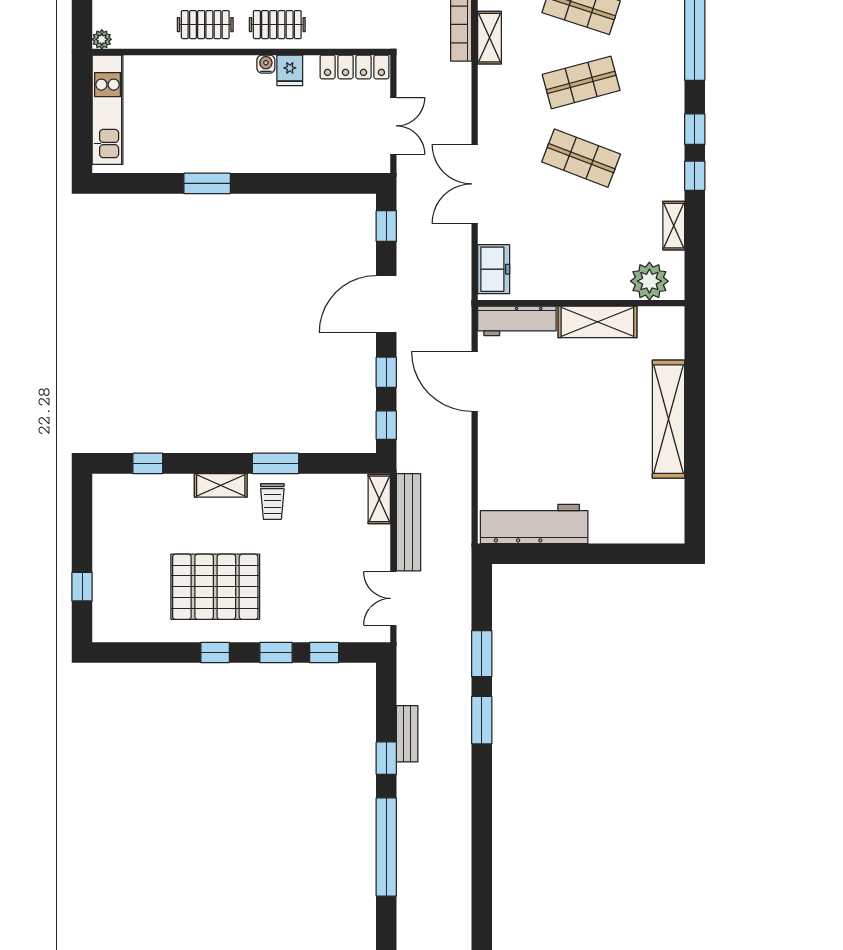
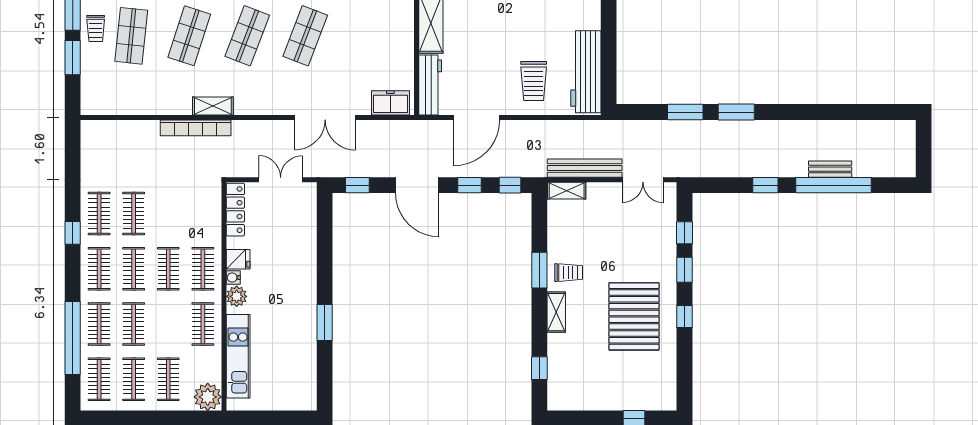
plant: (102, 39) -> (208, 397), width x1.87, depth x1.87
plant: (241, 69) -> (237, 296), added
shop shelf: (581, 82) -> (247, 36), turned 36
kitchen unit: (108, 110) -> (238, 356), moved, turned 90
trolley: (522, 456) -> (534, 81), added
bench: (407, 734) -> (830, 169), moved

